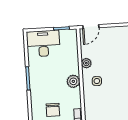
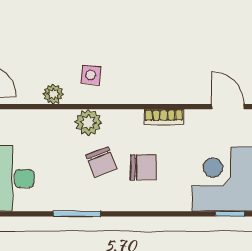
chair: (54, 89) -> (102, 162), added

